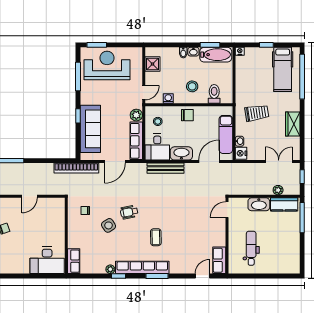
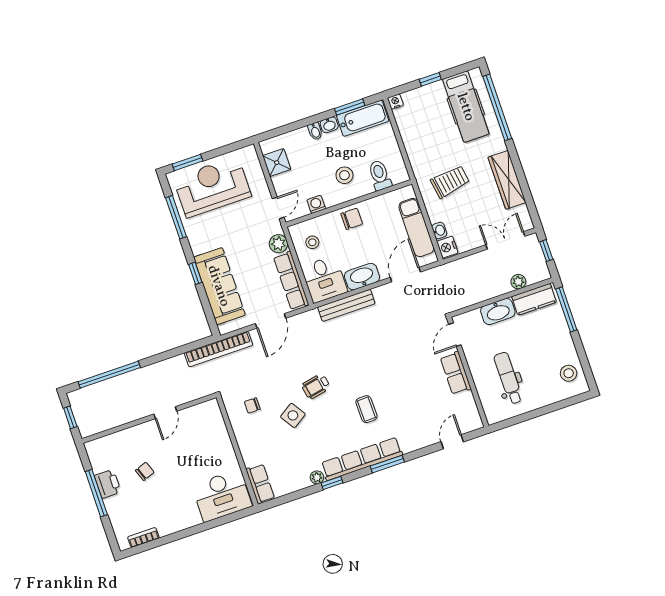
wardrobe: (293, 124) -> (507, 180), width x1.50
stool: (290, 258) -> (569, 373), added
row of seats: (219, 260) -> (456, 373), moved

